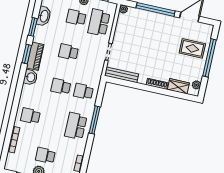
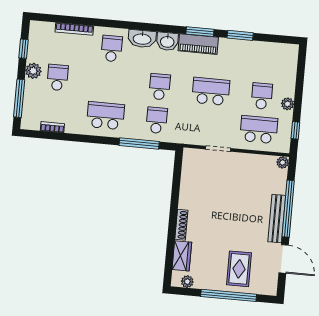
washbasin: (44, 16) -> (142, 39), moved
school desk: (69, 52) -> (211, 91), width x1.85
bench: (122, 75) -> (277, 219), moved
window: (95, 120) -> (139, 144), moved

